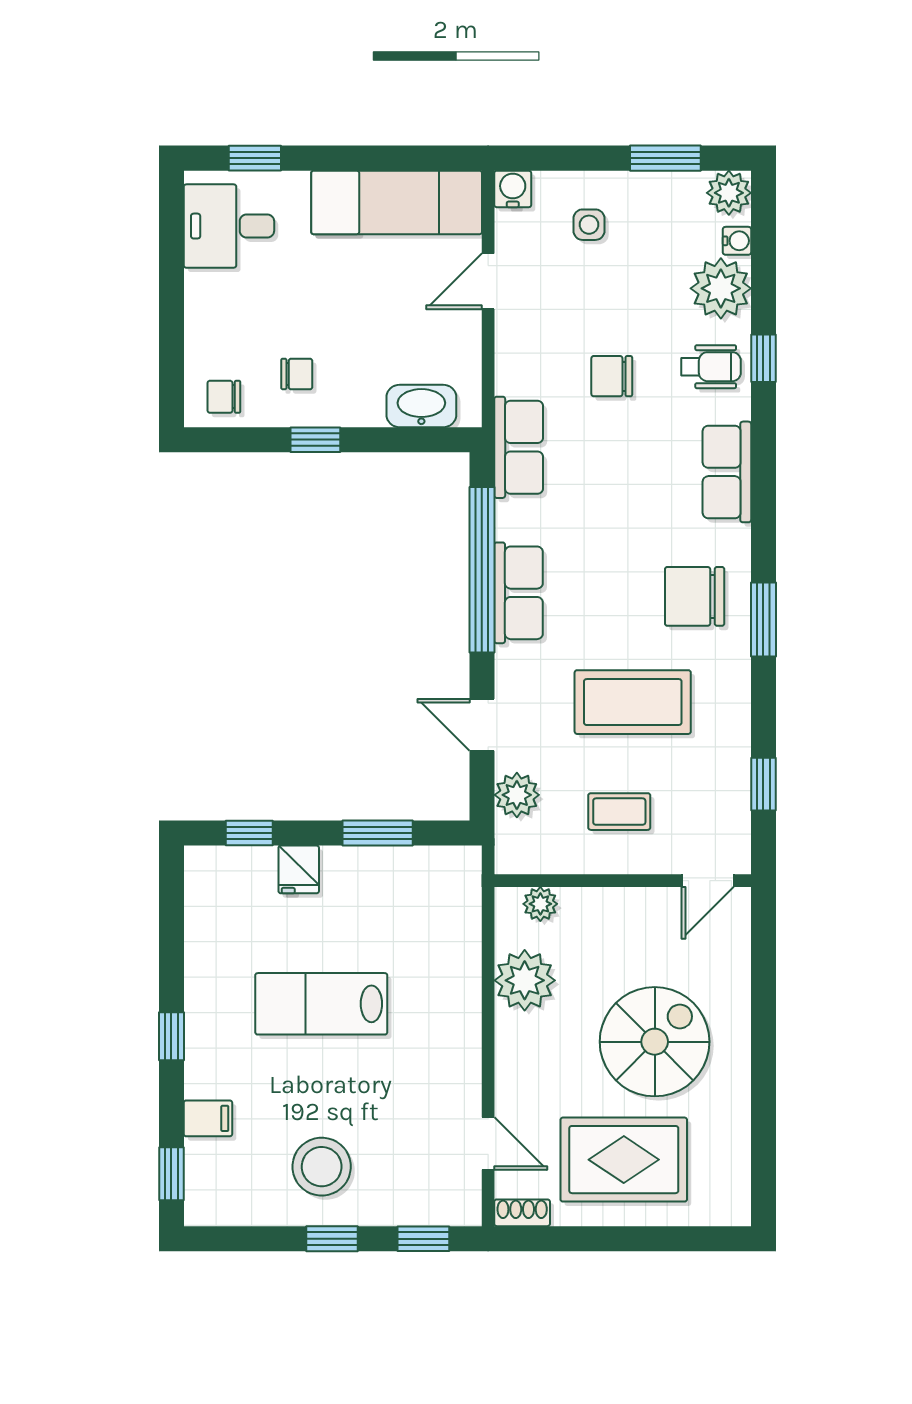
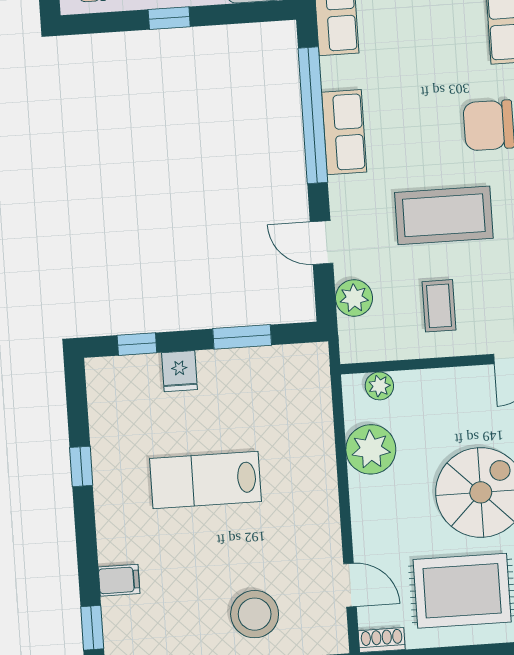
coffee table: (619, 812) -> (439, 306), turned 90
window: (171, 1036) -> (81, 466), moved
stool: (322, 1167) -> (255, 614), moved

